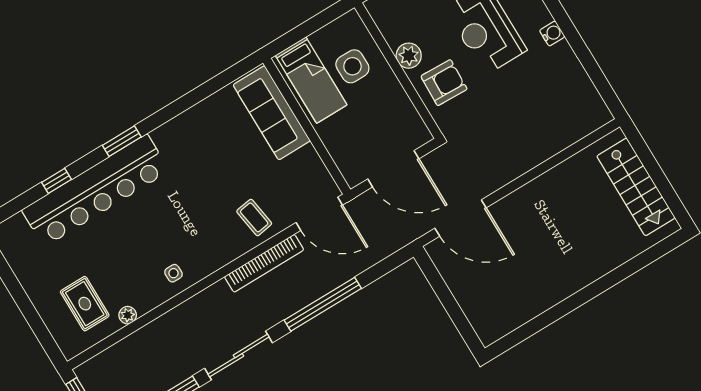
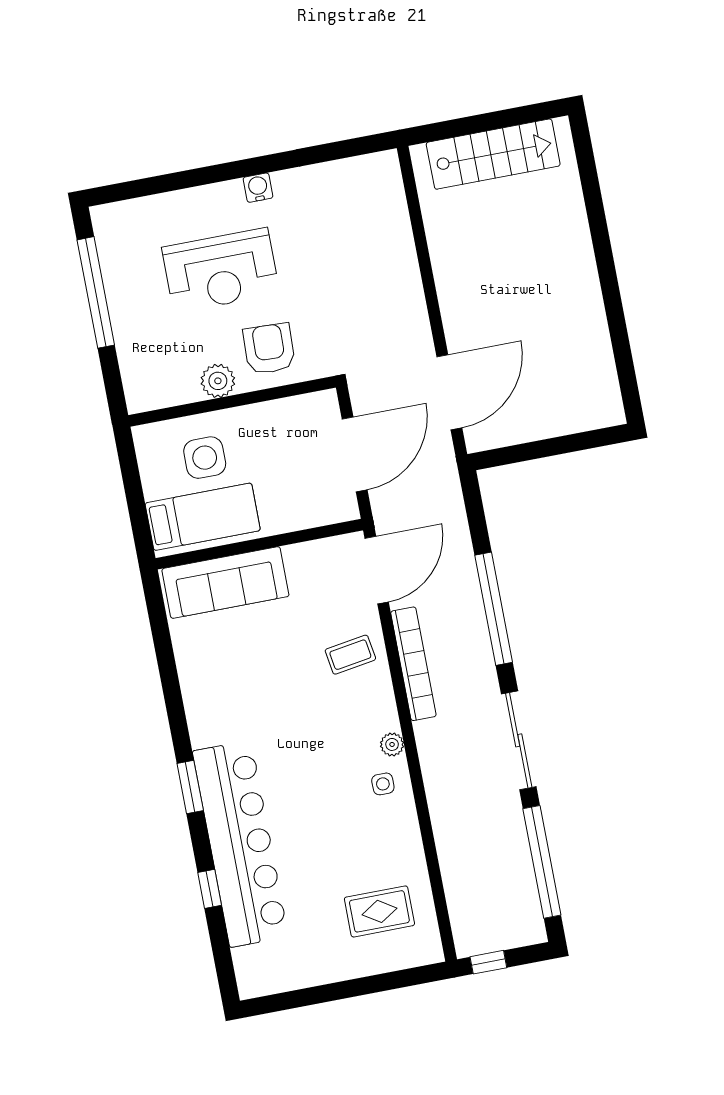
plant: (128, 315) -> (392, 744), moved

